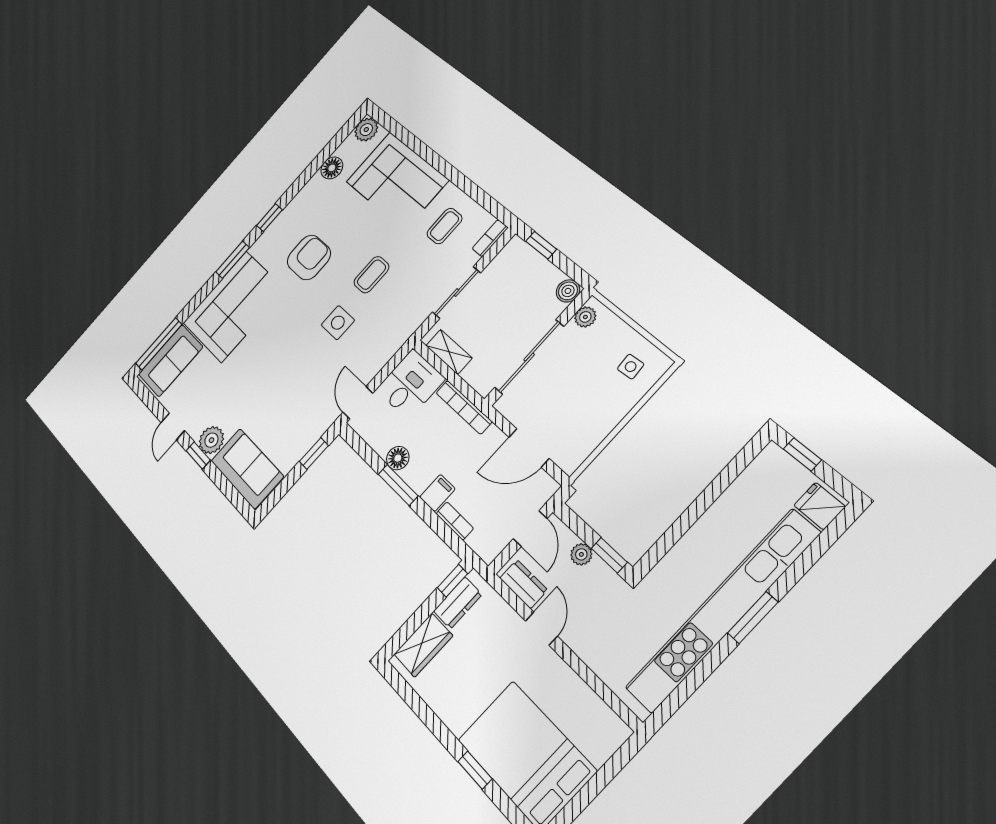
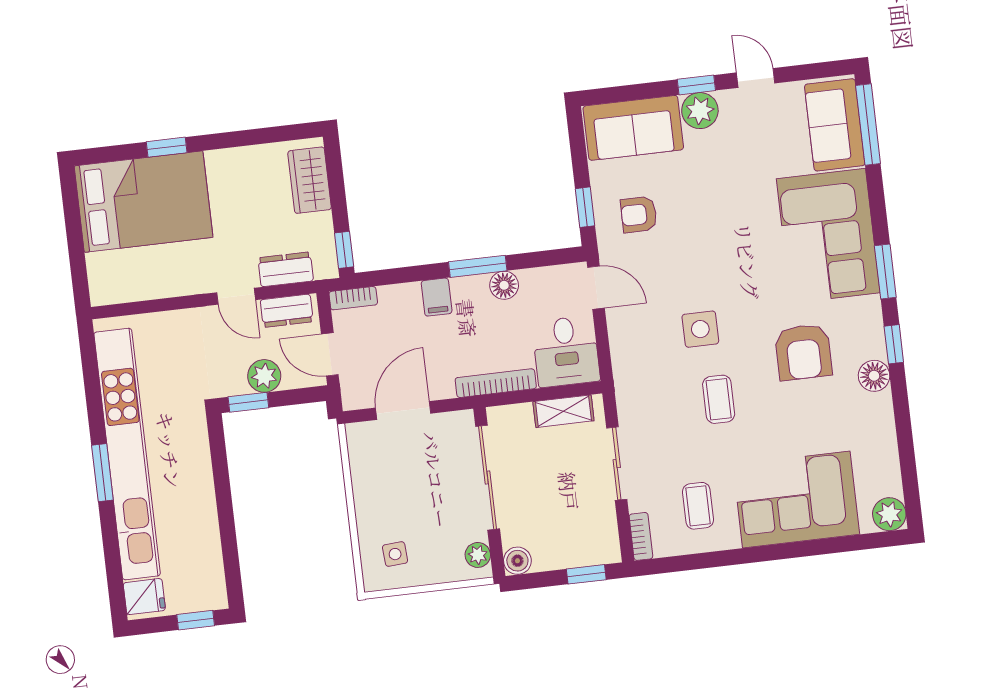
floor lamp: (332, 168) -> (874, 376), moved
armchair: (296, 419) -> (639, 214), added
bookcase: (455, 521) -> (353, 298), moved
plant: (581, 554) -> (264, 376), width x1.38, depth x1.38
dresser: (458, 603) -> (286, 269), moved, turned 90

